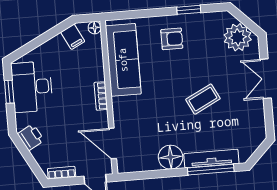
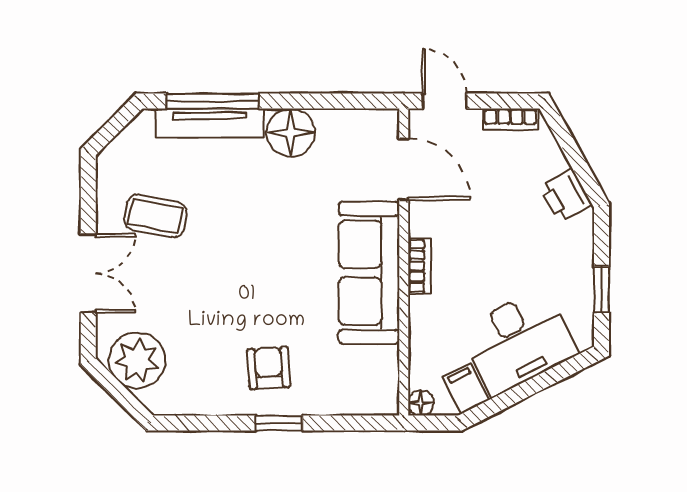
window: (189, 10) -> (279, 423), moved
armchair: (172, 39) -> (269, 368), turned 86
sofa: (123, 60) -> (369, 273), moved
desk: (32, 87) -> (518, 342), moved, turned 63
coffee table: (203, 99) -> (155, 216), moved, turned 38

